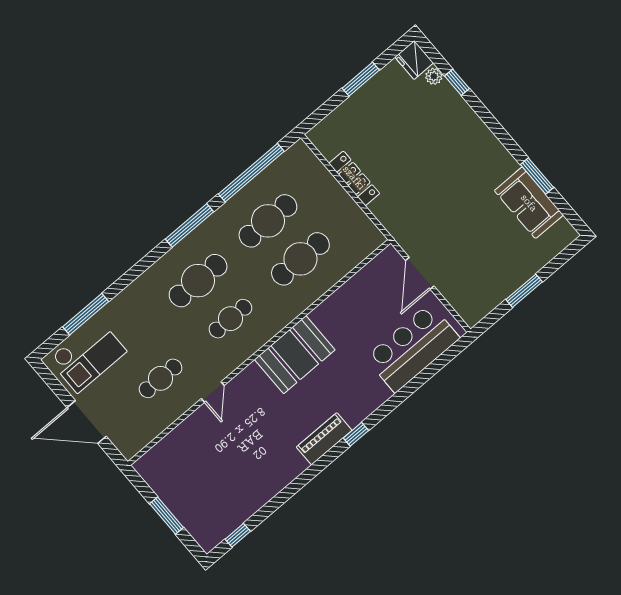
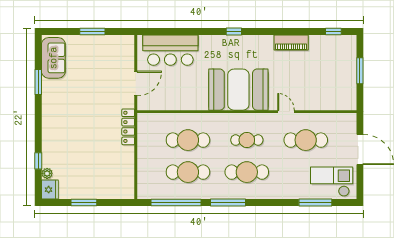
locker: (354, 178) -> (128, 127), moved
sofa: (529, 203) -> (53, 58), moved
booth: (295, 355) -> (238, 90), width x1.36, depth x1.42
cafe table: (161, 378) -> (306, 140), width x1.37, depth x1.35
door: (213, 392) -> (286, 112), hinge flipped
piano: (324, 439) -> (291, 43), moved

